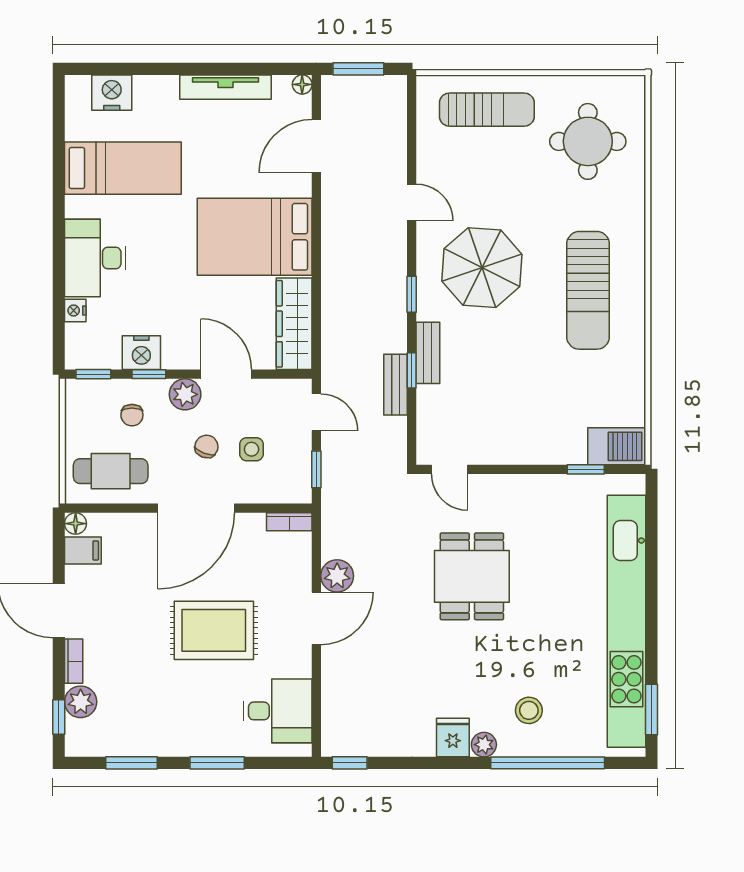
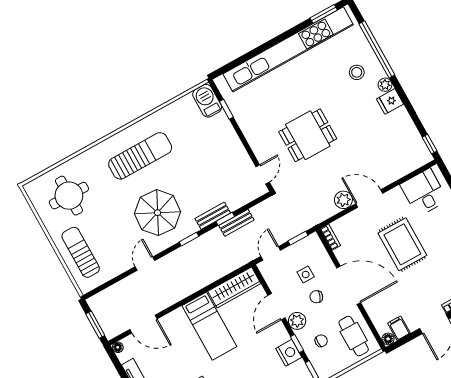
bed: (255, 237) -> (209, 326), width x0.67

